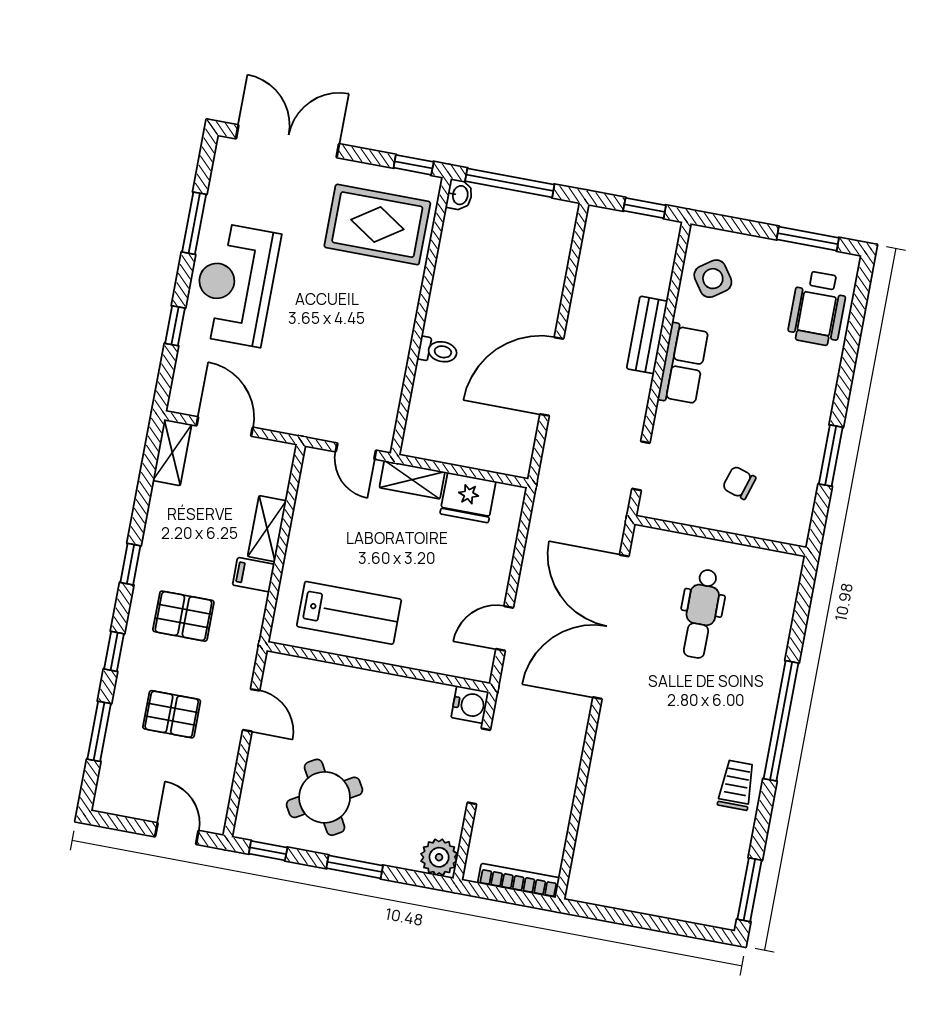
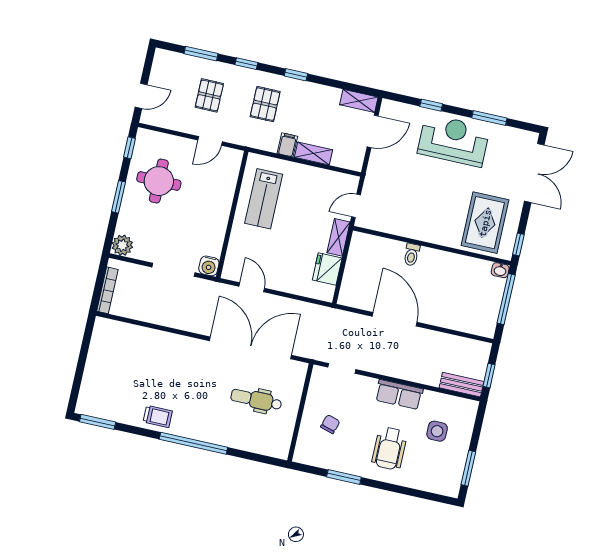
side table: (713, 279) -> (437, 431), moved, turned 35
wheelchair: (818, 308) -> (389, 449), moved, turned -90
bench: (647, 335) -> (462, 385), moved
round table: (325, 797) -> (159, 181), turned 30

